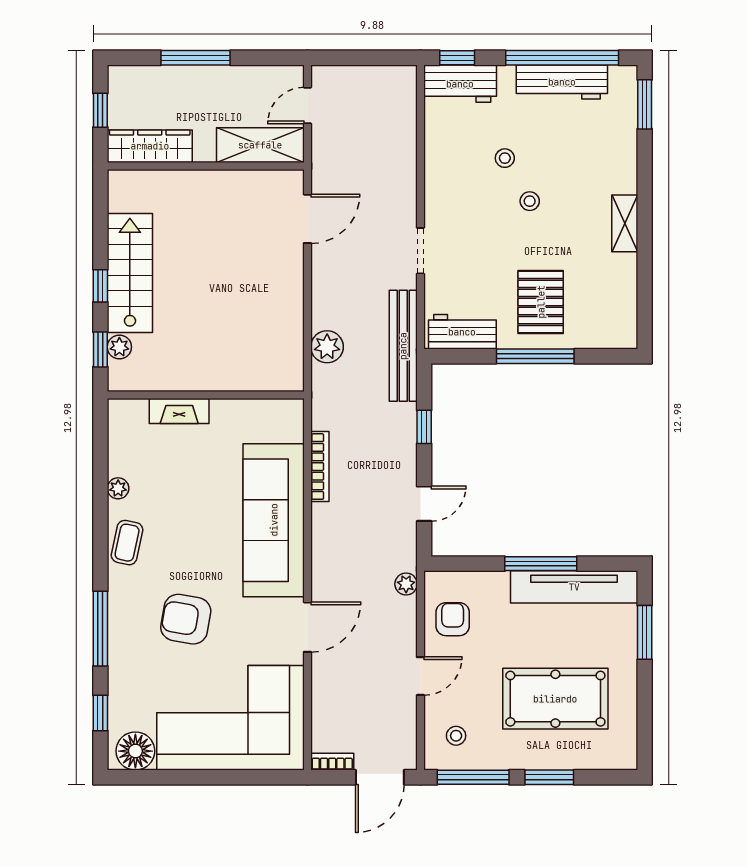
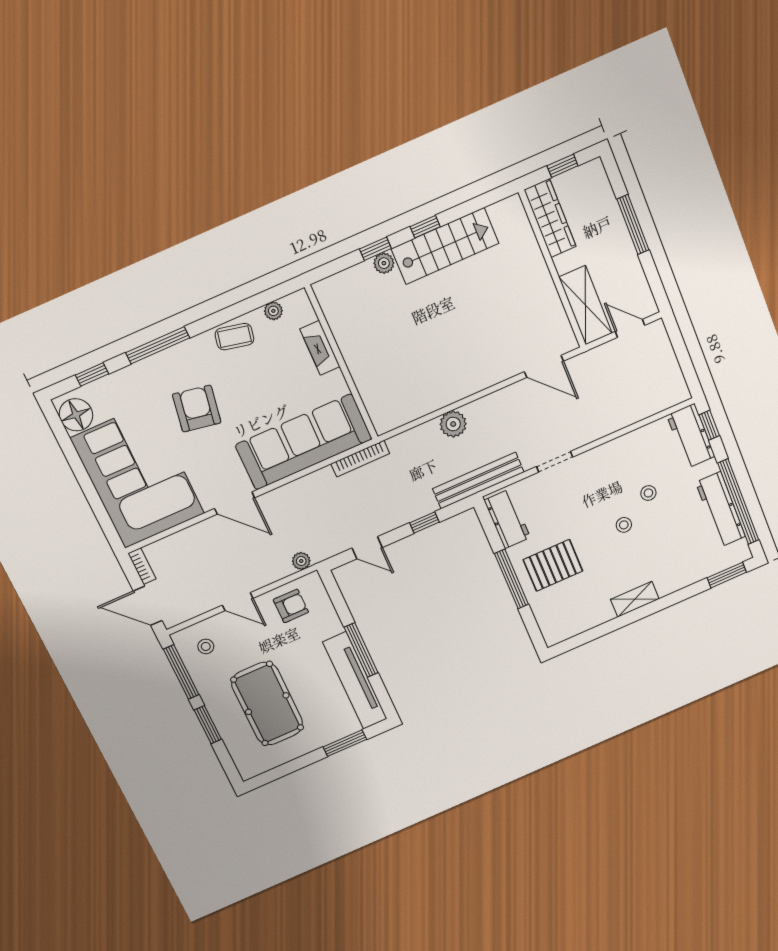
wall: (206, 395) -> (342, 363), moved
fireplace: (179, 411) -> (320, 348), moved

